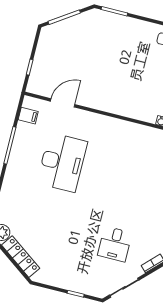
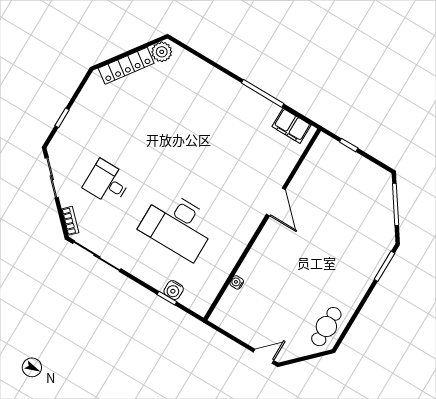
door: (63, 103) -> (276, 202), moved
filing cabinet: (28, 116) -> (292, 126), width x2.00
desk: (62, 162) -> (178, 225), moved

